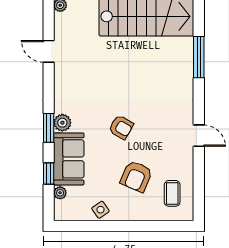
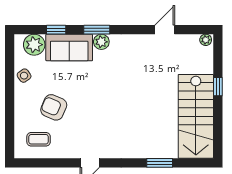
window: (199, 57) -> (160, 163), width x0.69
armchair: (121, 127) -> (97, 94), removed
plant: (60, 193) -> (34, 45), width x1.88, depth x1.88

